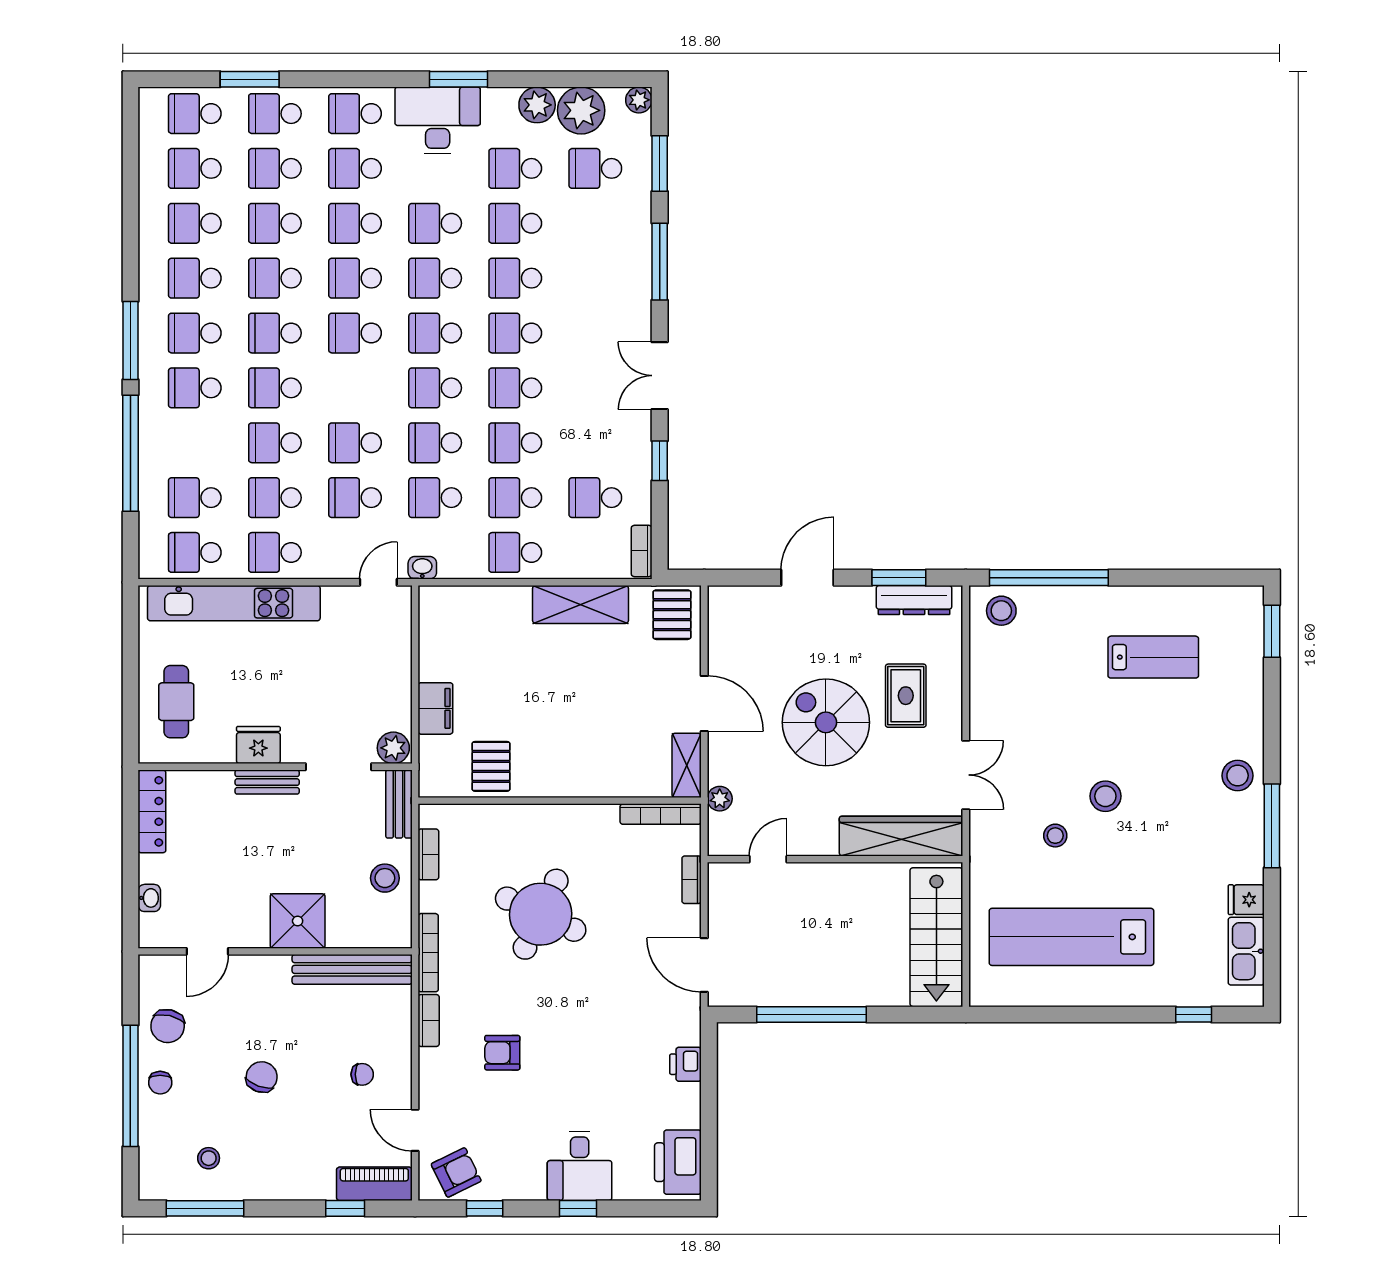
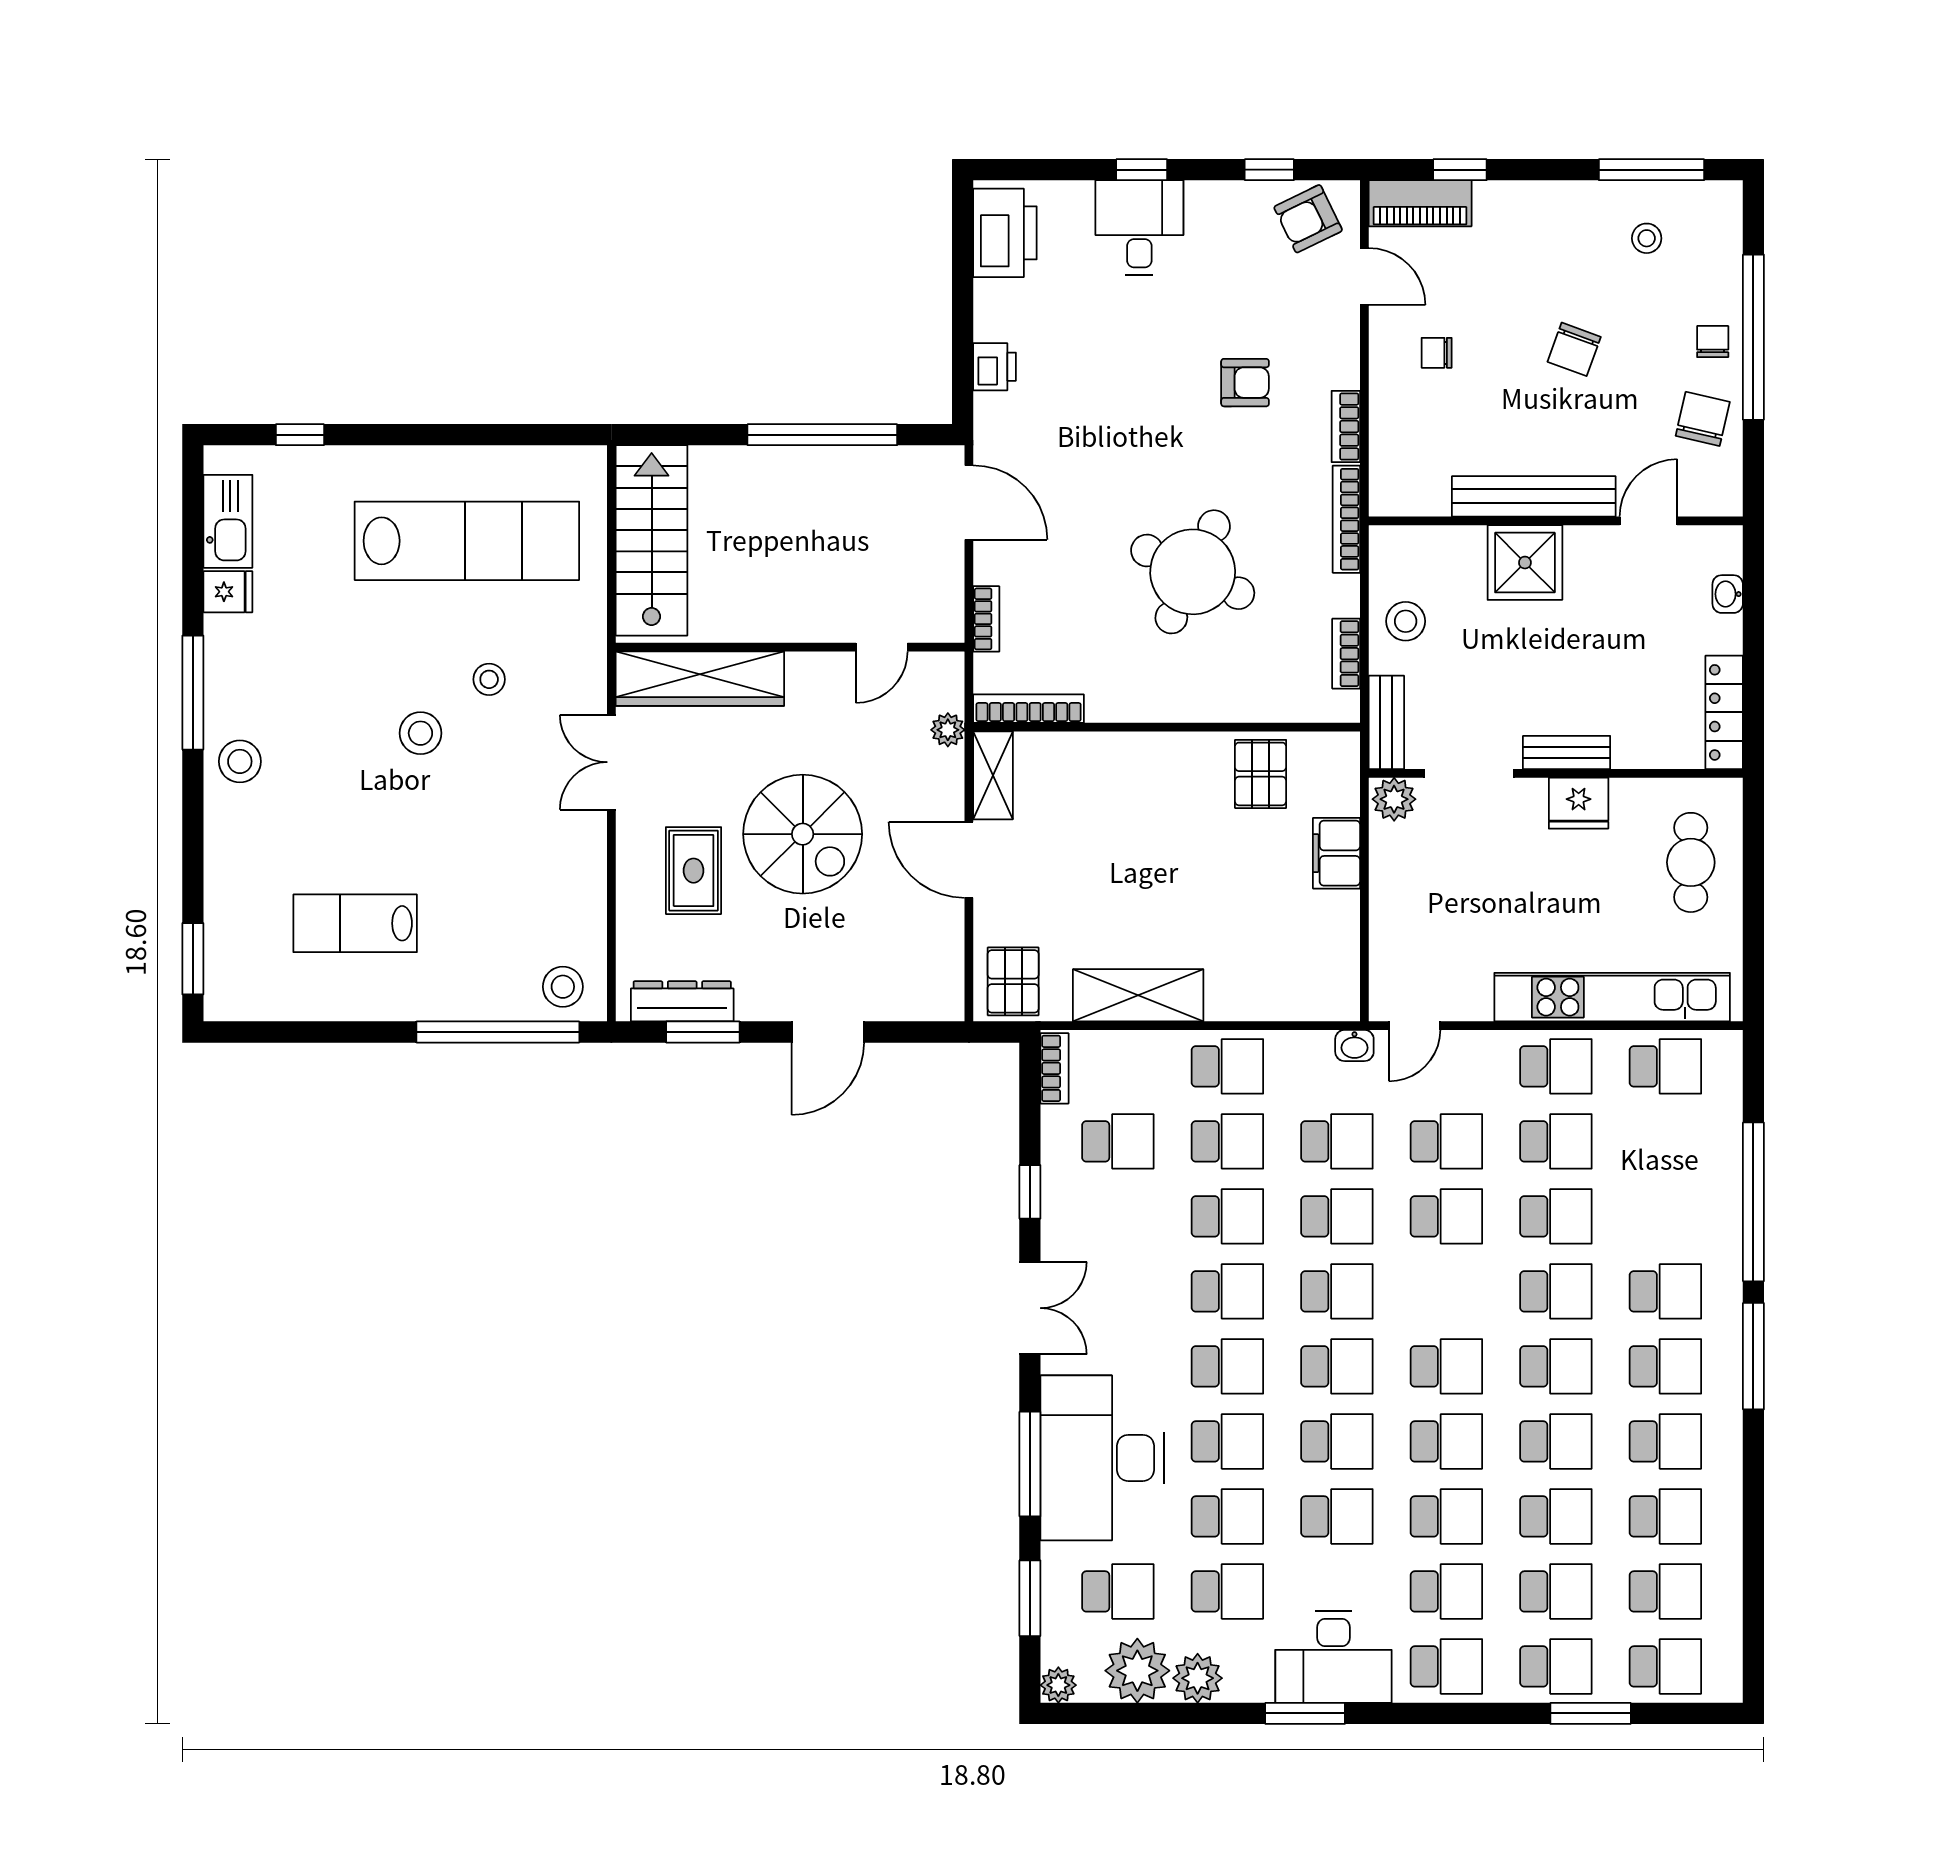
desk: (607, 266) -> (1102, 1458), added
school desk: (195, 498) -> (1665, 1141), removed
bench: (352, 969) -> (1534, 496), moved

